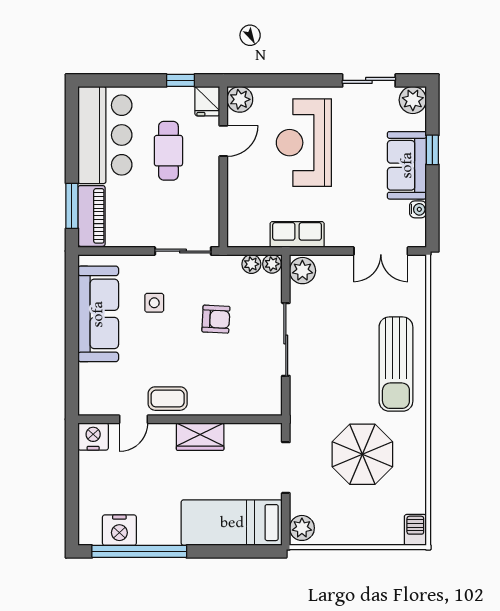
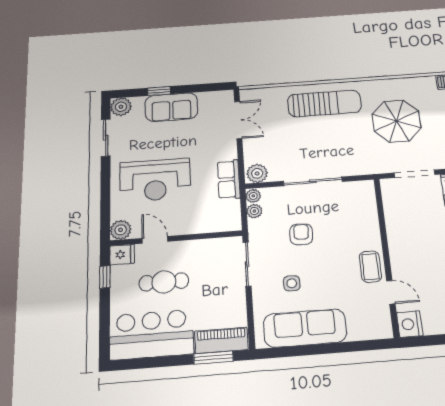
water cooler: (418, 209) -> (205, 97), removed
wardrobe: (200, 437) -> (398, 239), removed

